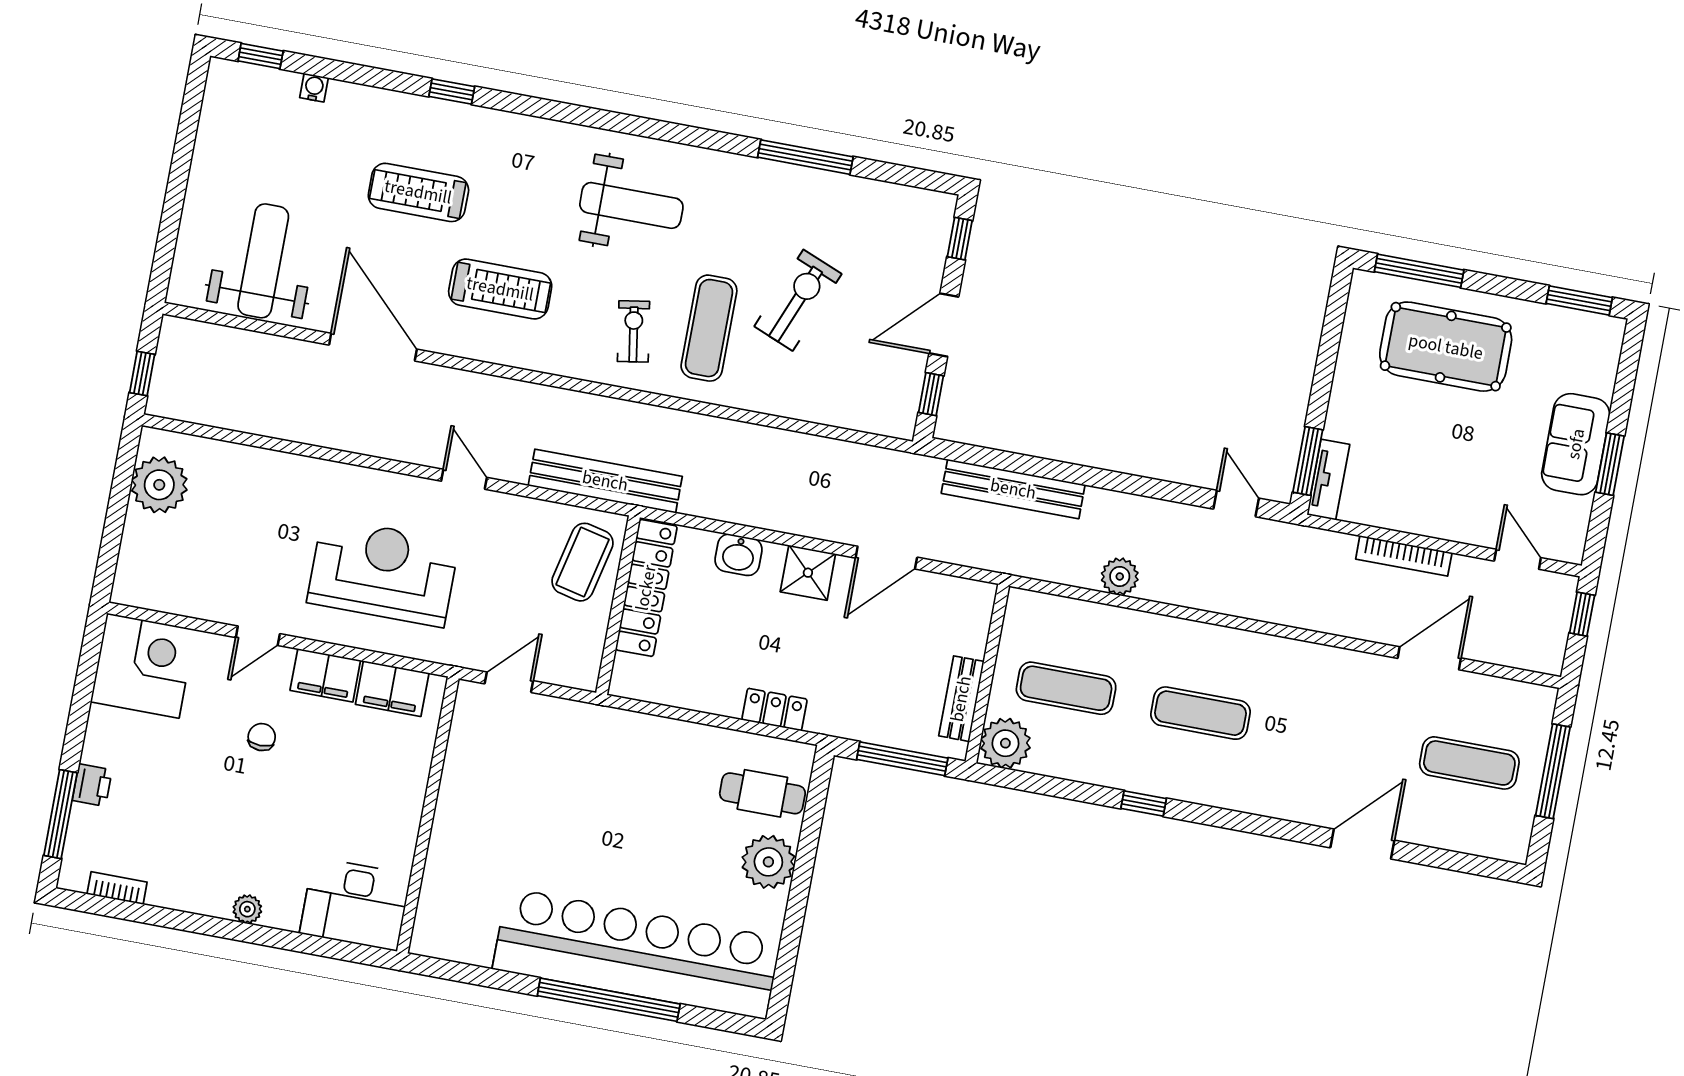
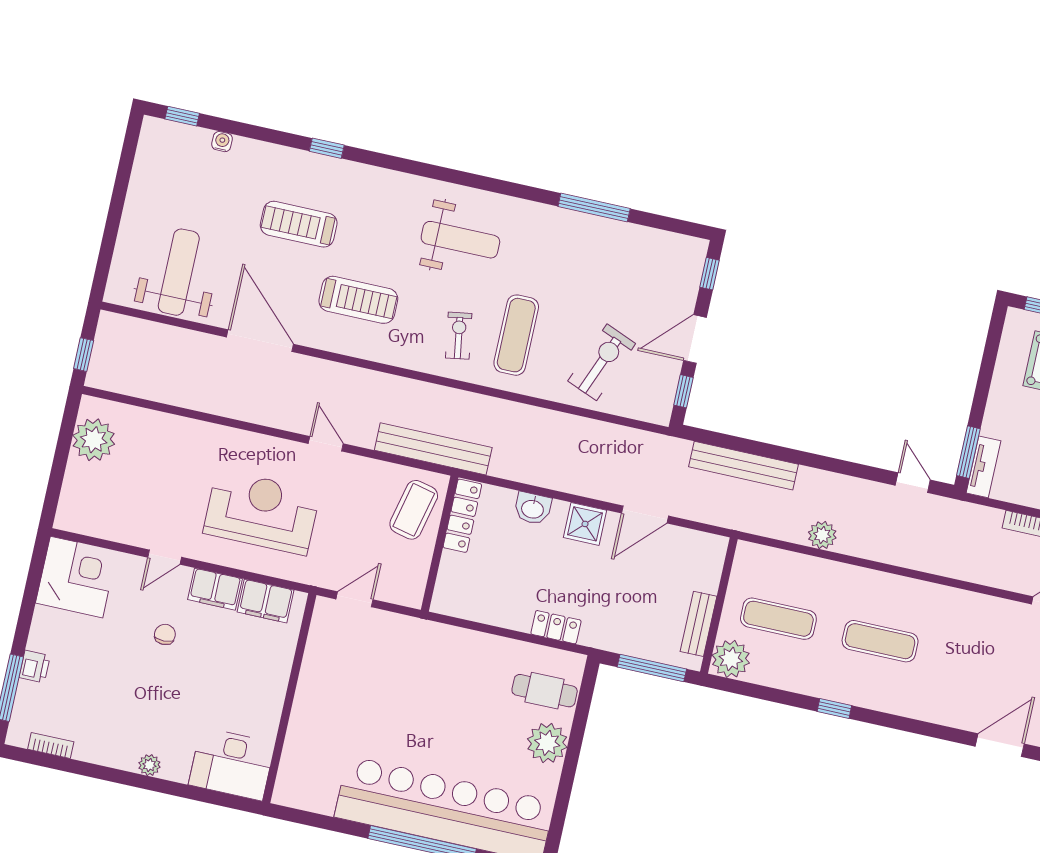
exercise bike: (798, 300) -> (602, 362), moved
locker: (646, 588) -> (462, 516), width x0.71, depth x0.83

